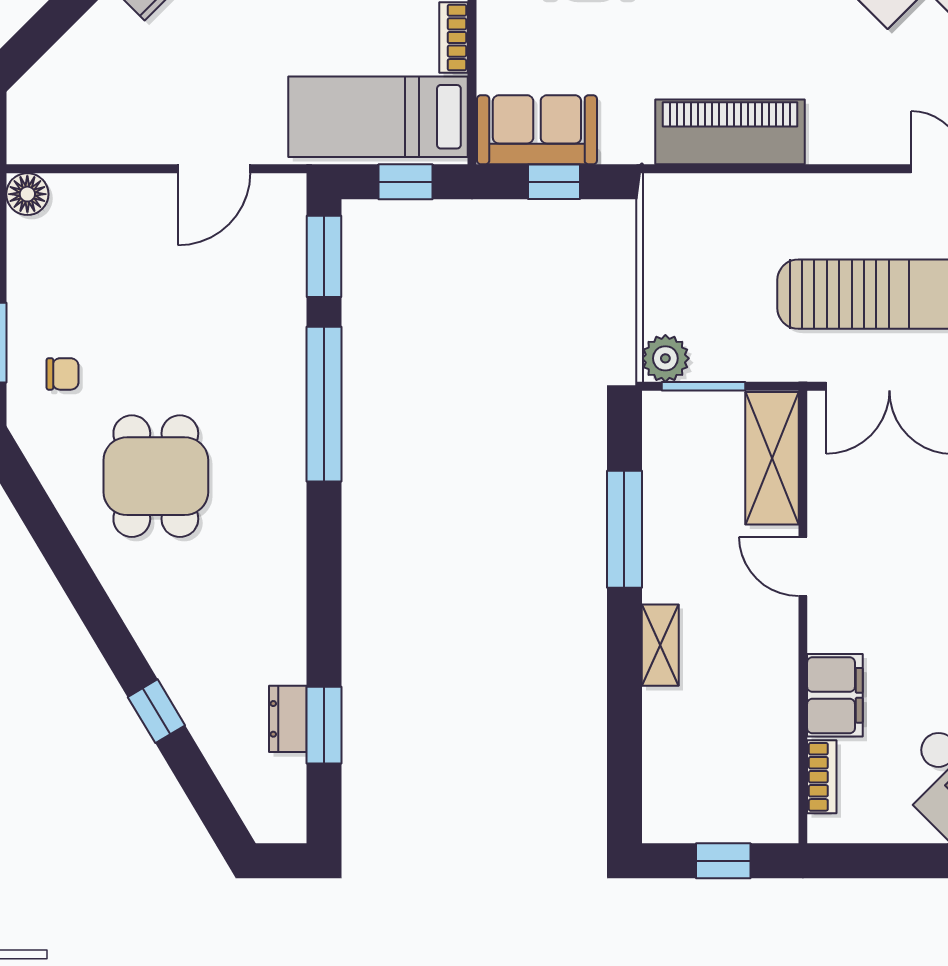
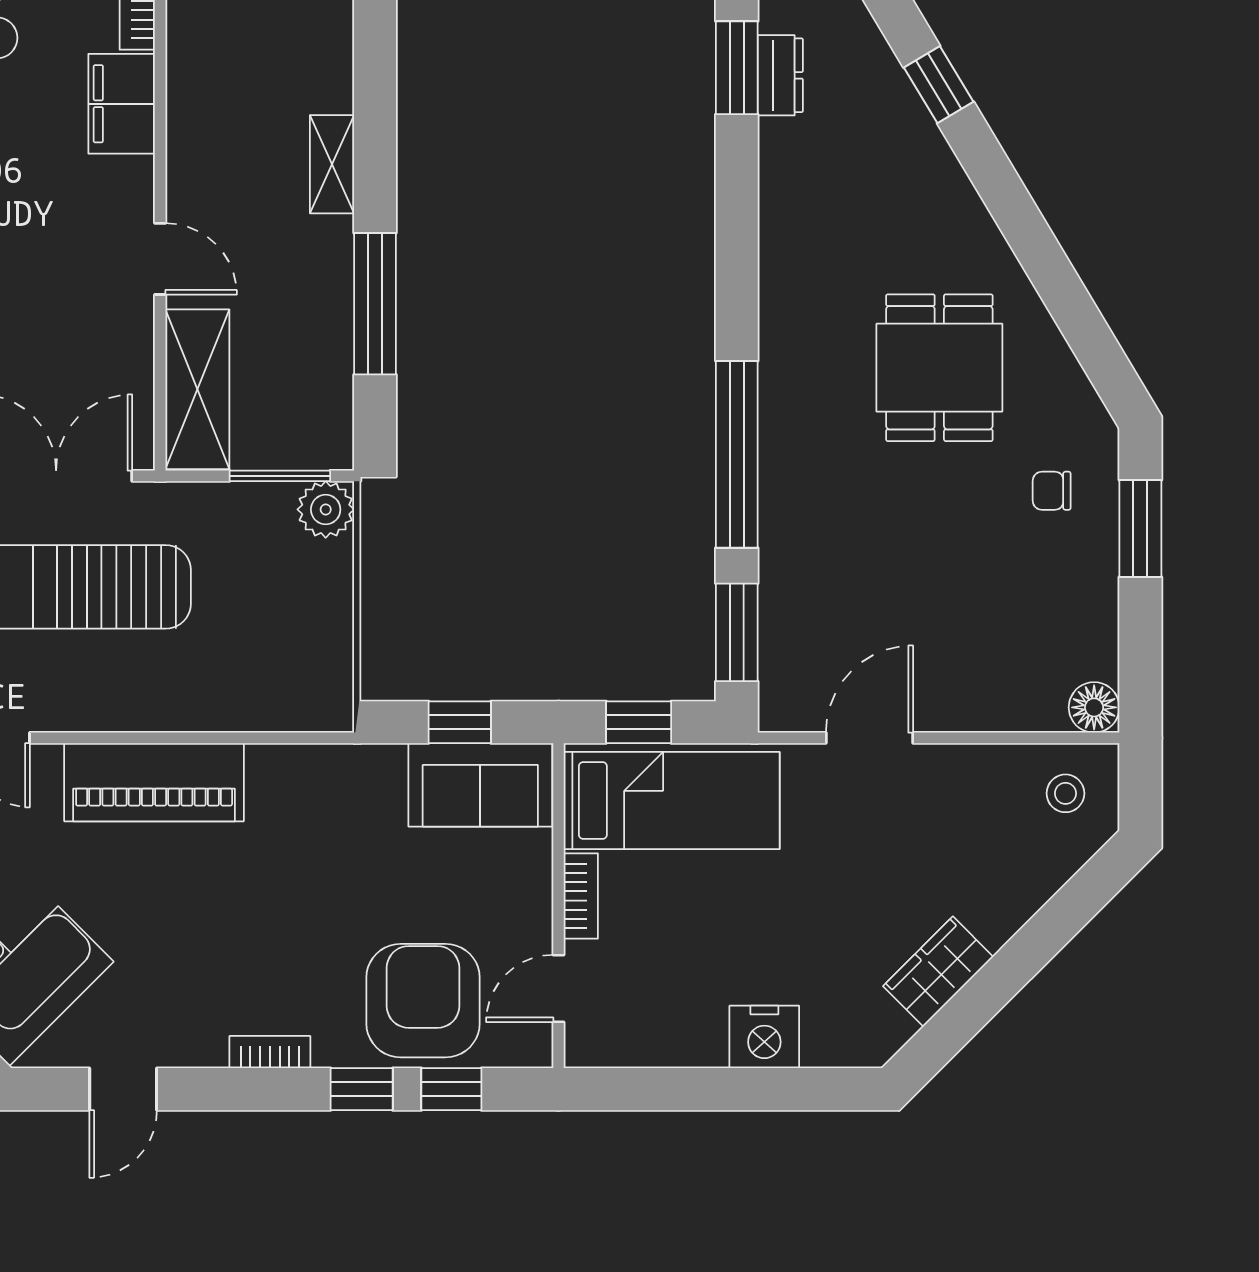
stool: (51, 123) -> (1065, 793), added
piano: (730, 132) -> (154, 782), moved

